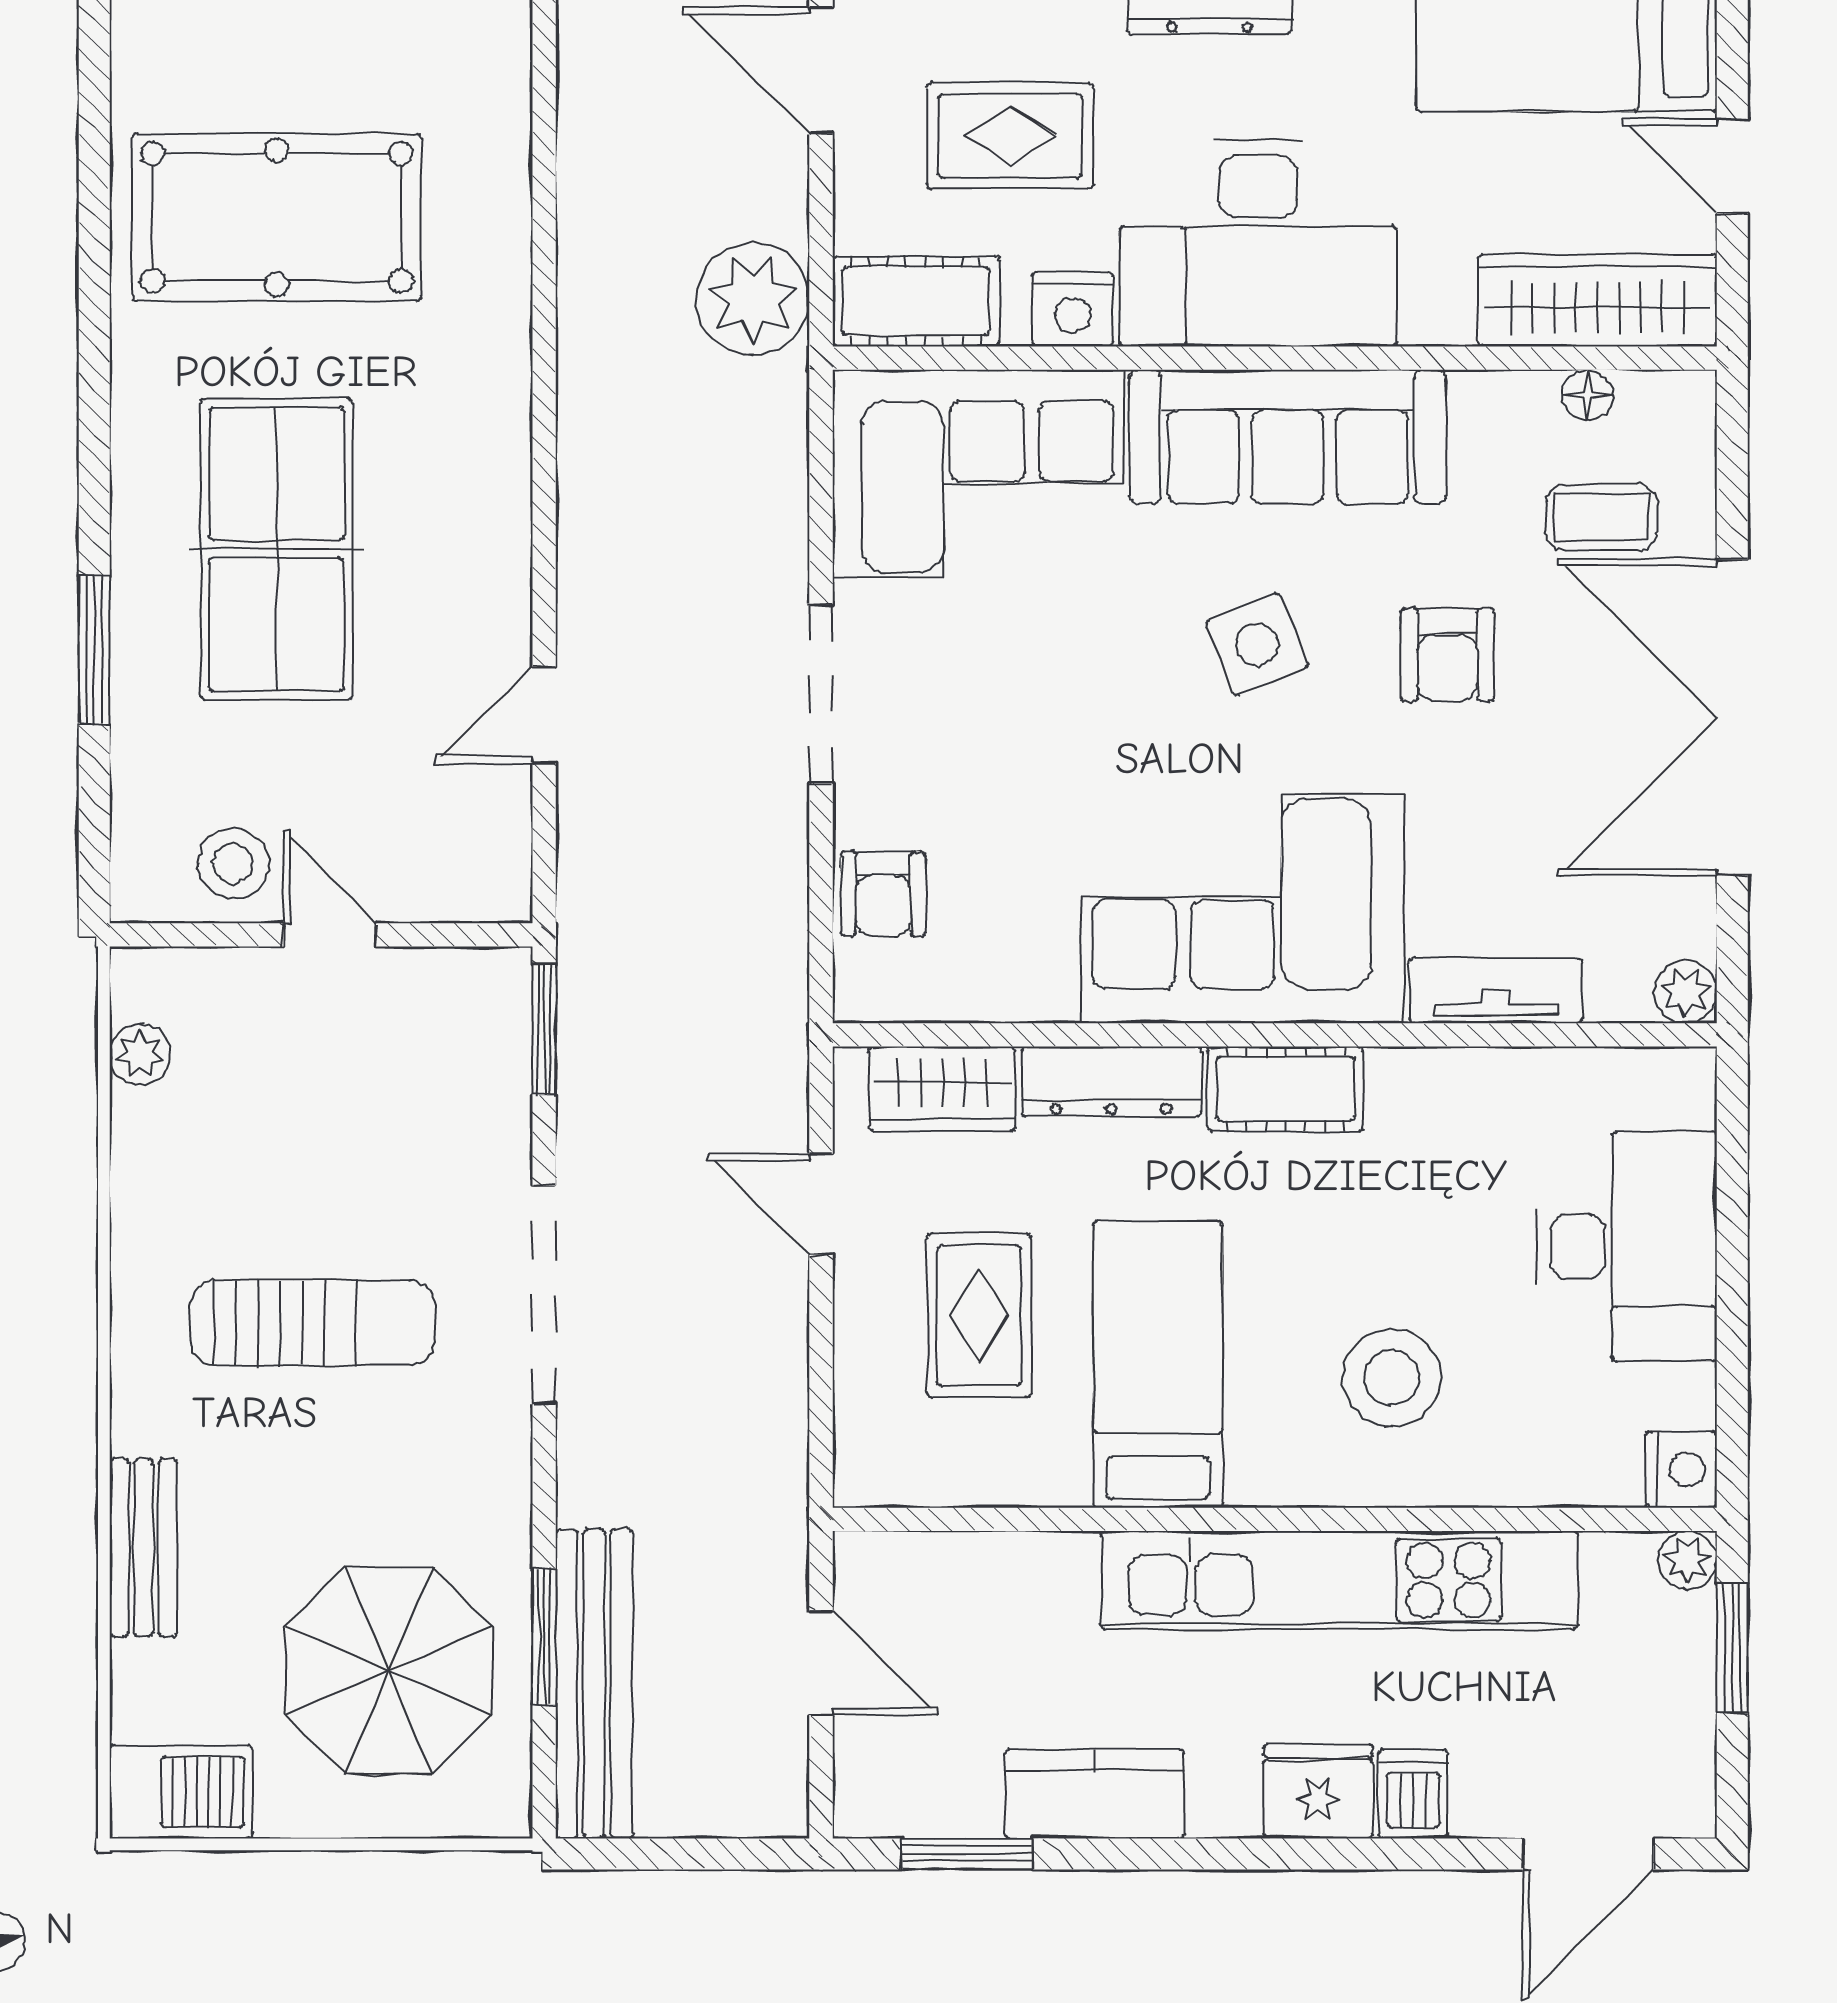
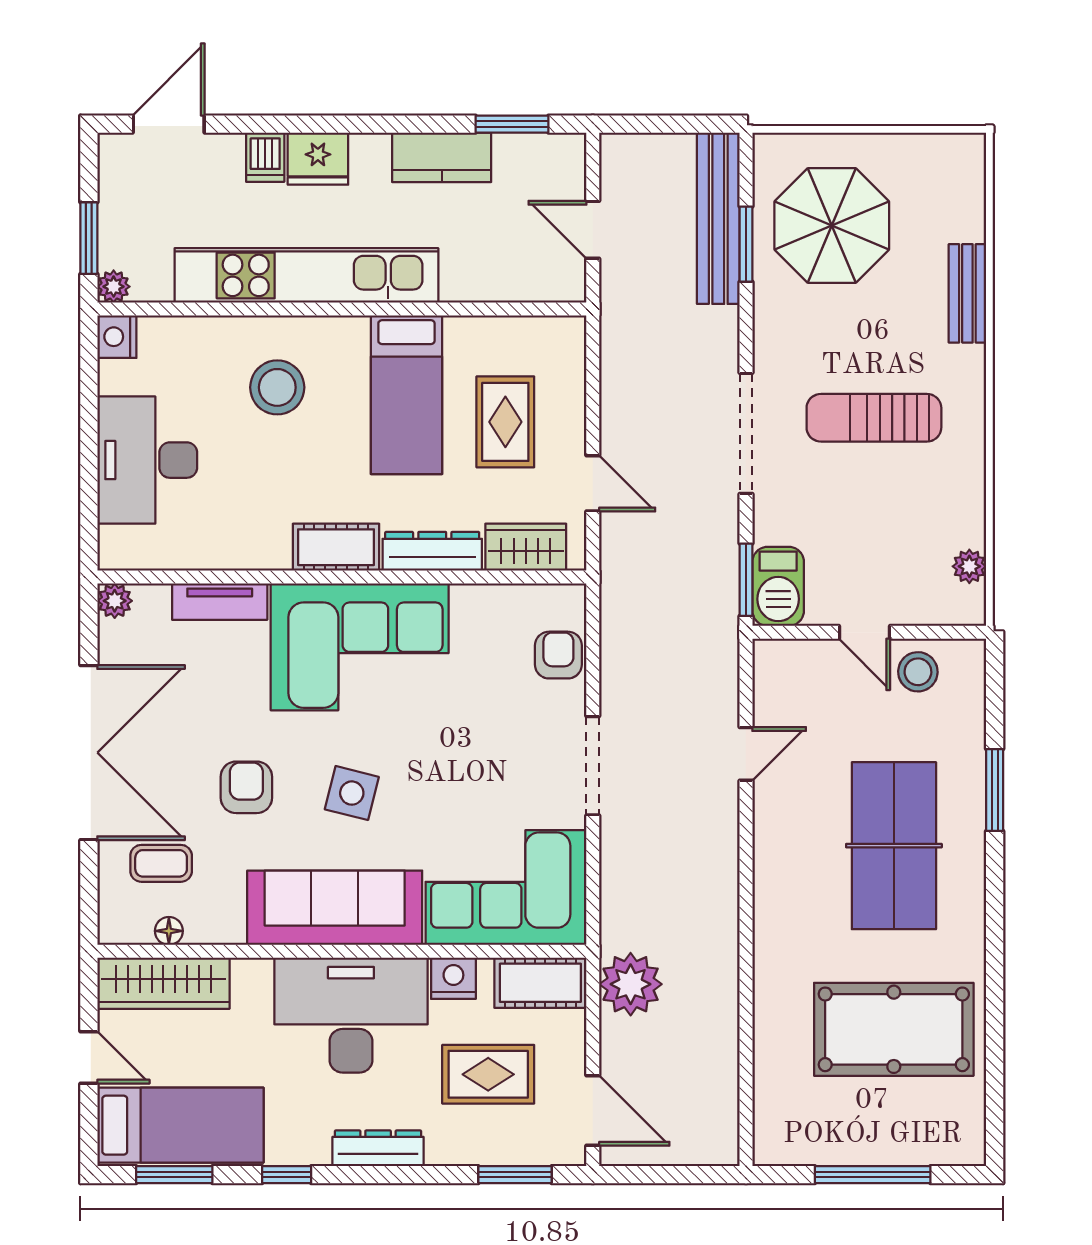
side table: (1257, 644) -> (352, 793), turned 36
barbecue: (181, 1792) -> (778, 586), moved, turned -90

